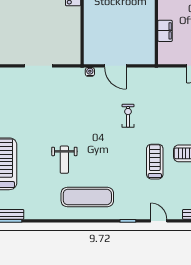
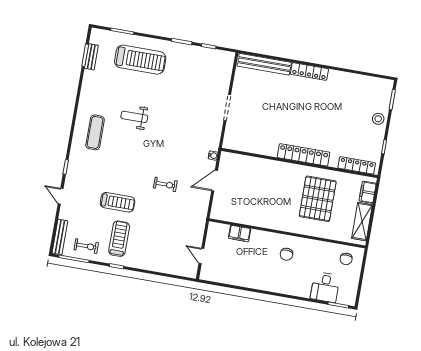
exercise mat: (87, 197) -> (95, 132), width x0.73, depth x0.69
door: (159, 221) -> (61, 196), swing flipped

